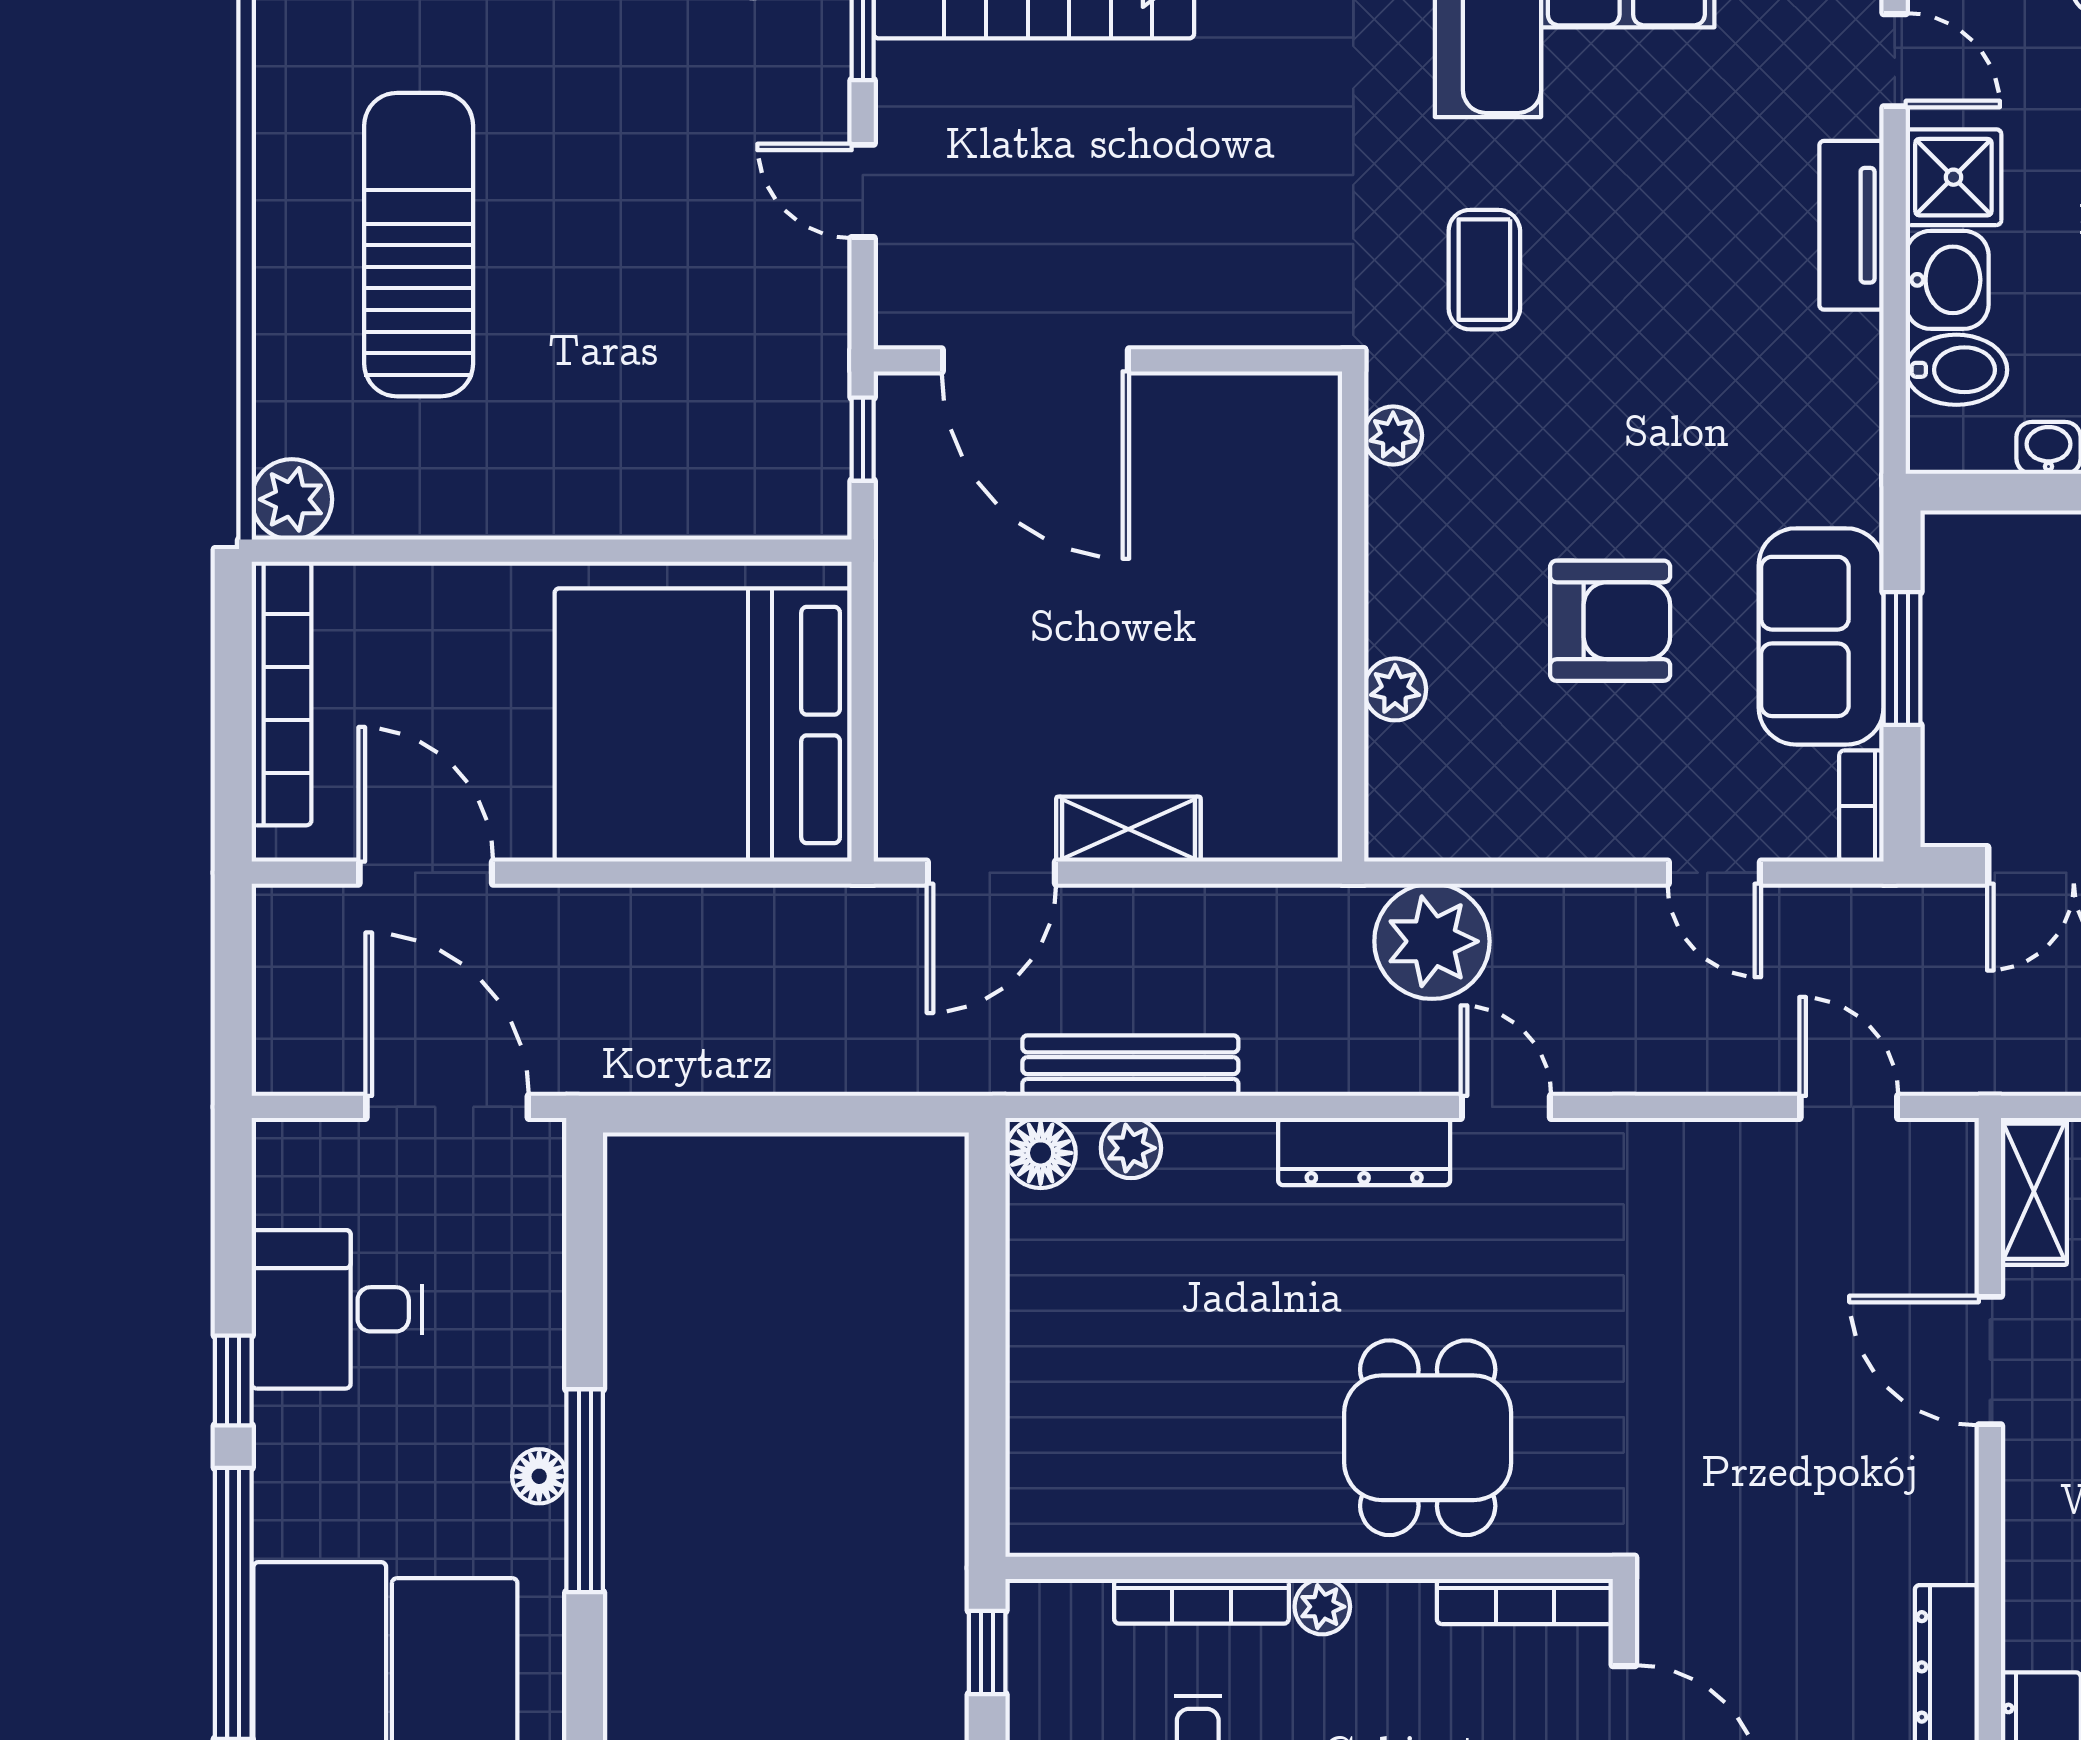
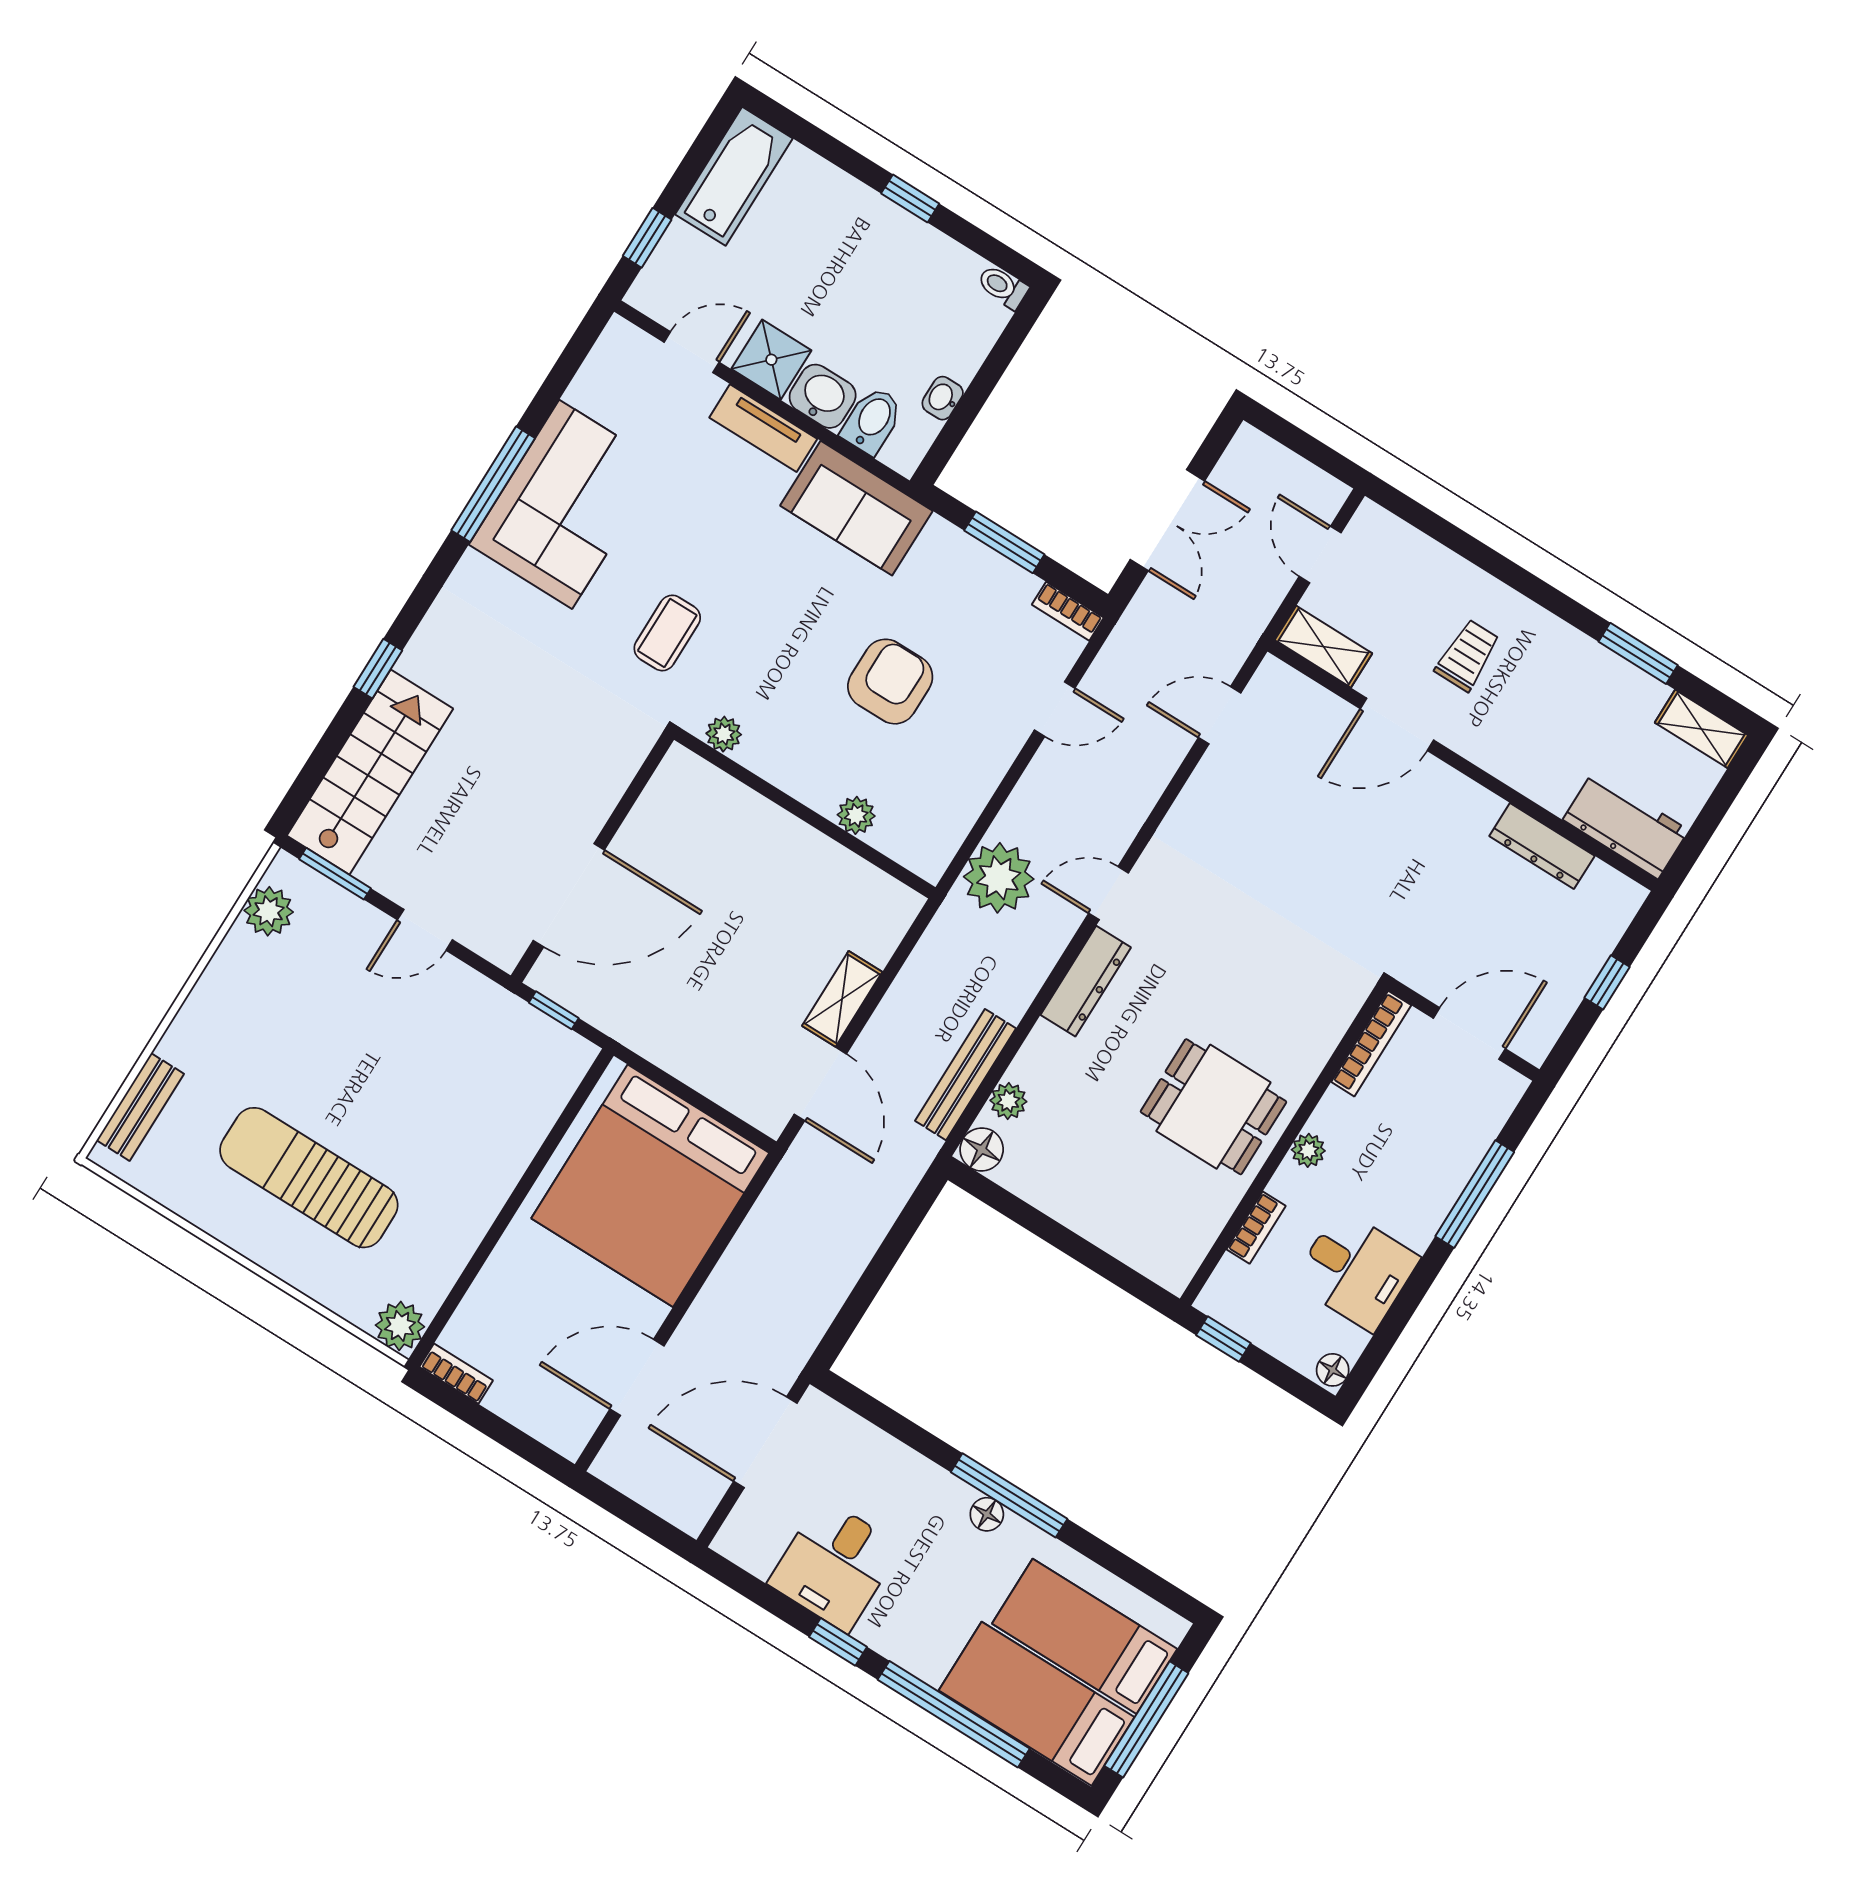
coffee table: (1484, 270) -> (667, 633), turned 90
sofa: (1821, 636) -> (856, 508), moved
bookcase: (282, 693) -> (456, 1374), width x0.43, depth x0.76
dining table: (1428, 1438) -> (1213, 1107), moved
bookcase: (1201, 1601) -> (1256, 1228), width x0.64

